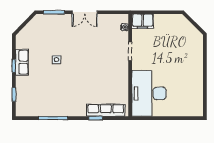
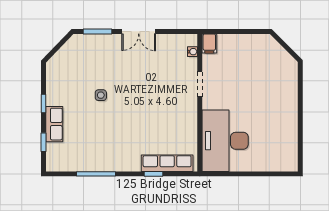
filing cabinet: (143, 21) -> (209, 43), width x0.50
row of seats: (22, 62) -> (54, 124), moved

